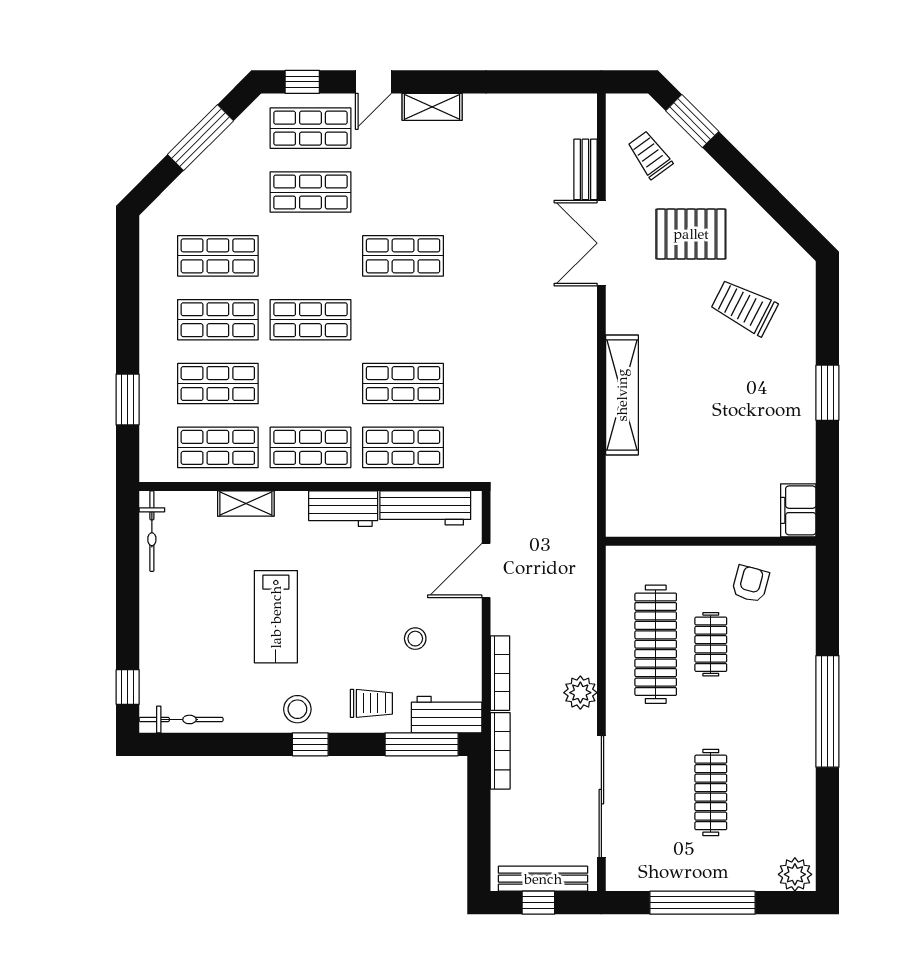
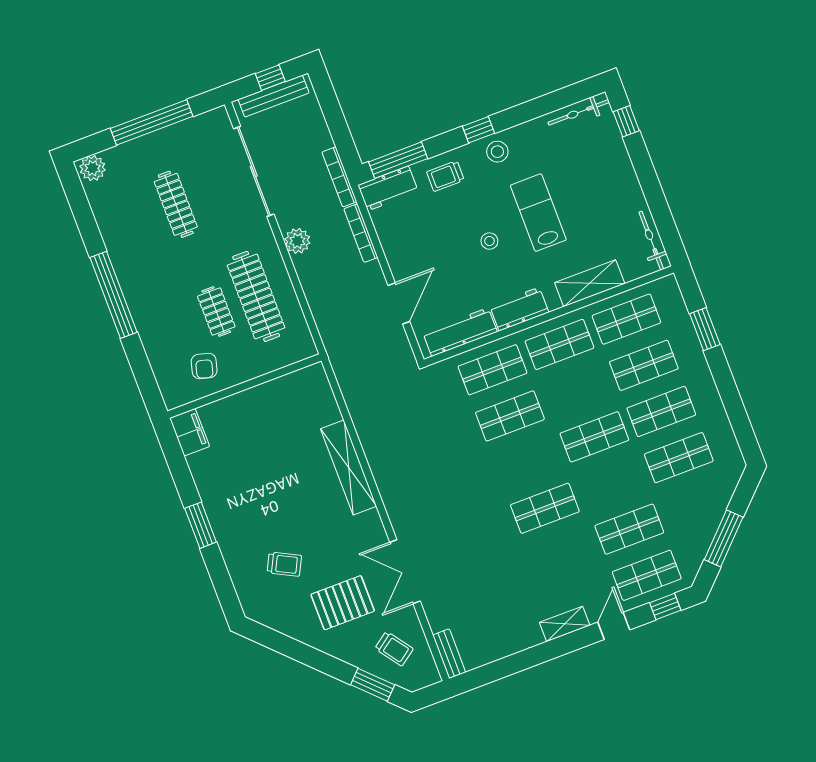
bench: (585, 169) -> (449, 654), moved
double door: (601, 243) -> (405, 572), swing flipped
trolley: (744, 307) -> (284, 564), width x0.73, depth x0.72
shelving: (246, 504) -> (590, 283), width x1.50, depth x1.33
stool: (415, 639) -> (489, 241), moved

